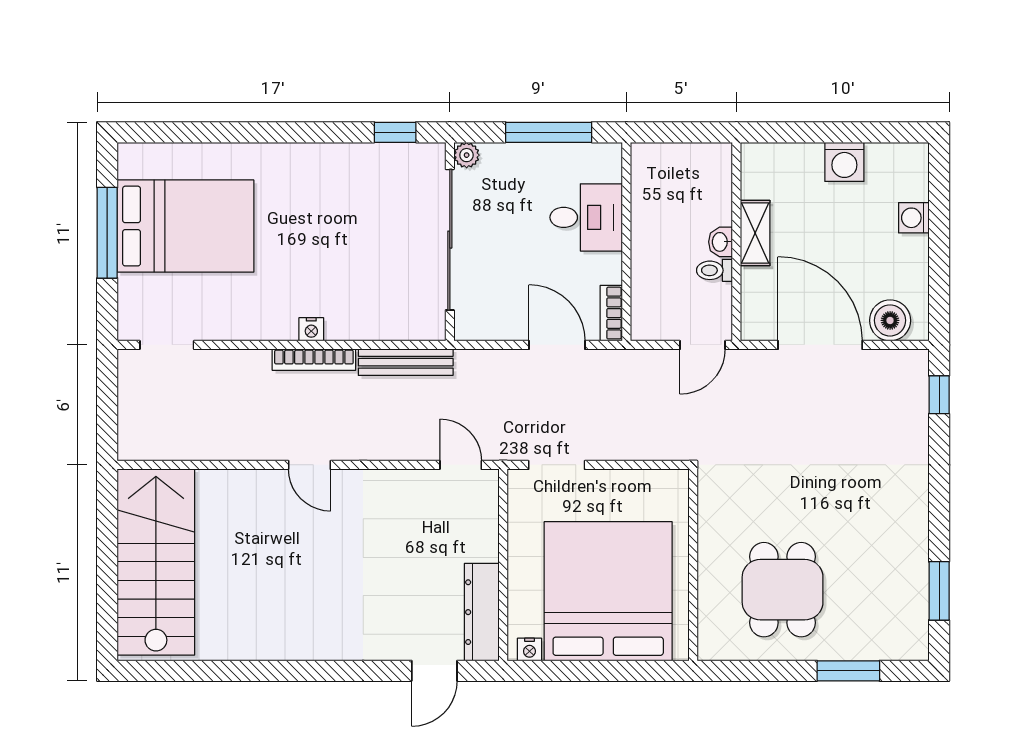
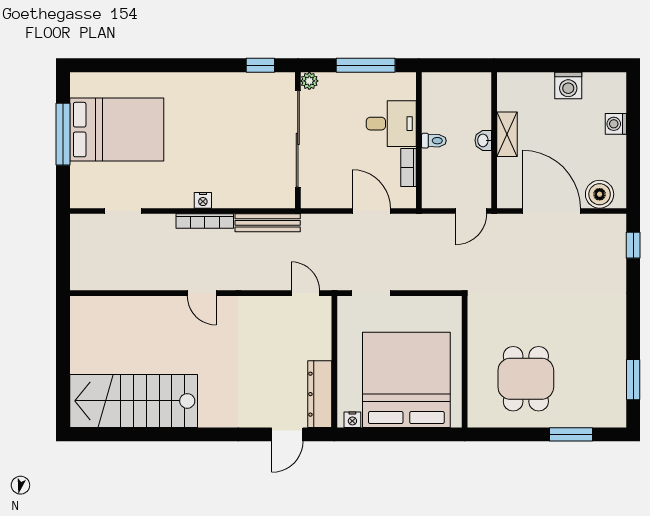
toilet: (714, 270) -> (434, 141), moved, turned 180
bookcase: (611, 313) -> (408, 168), moved
doorway: (167, 345) -> (123, 211), moved
stairs: (156, 562) -> (134, 401), moved, turned -90

